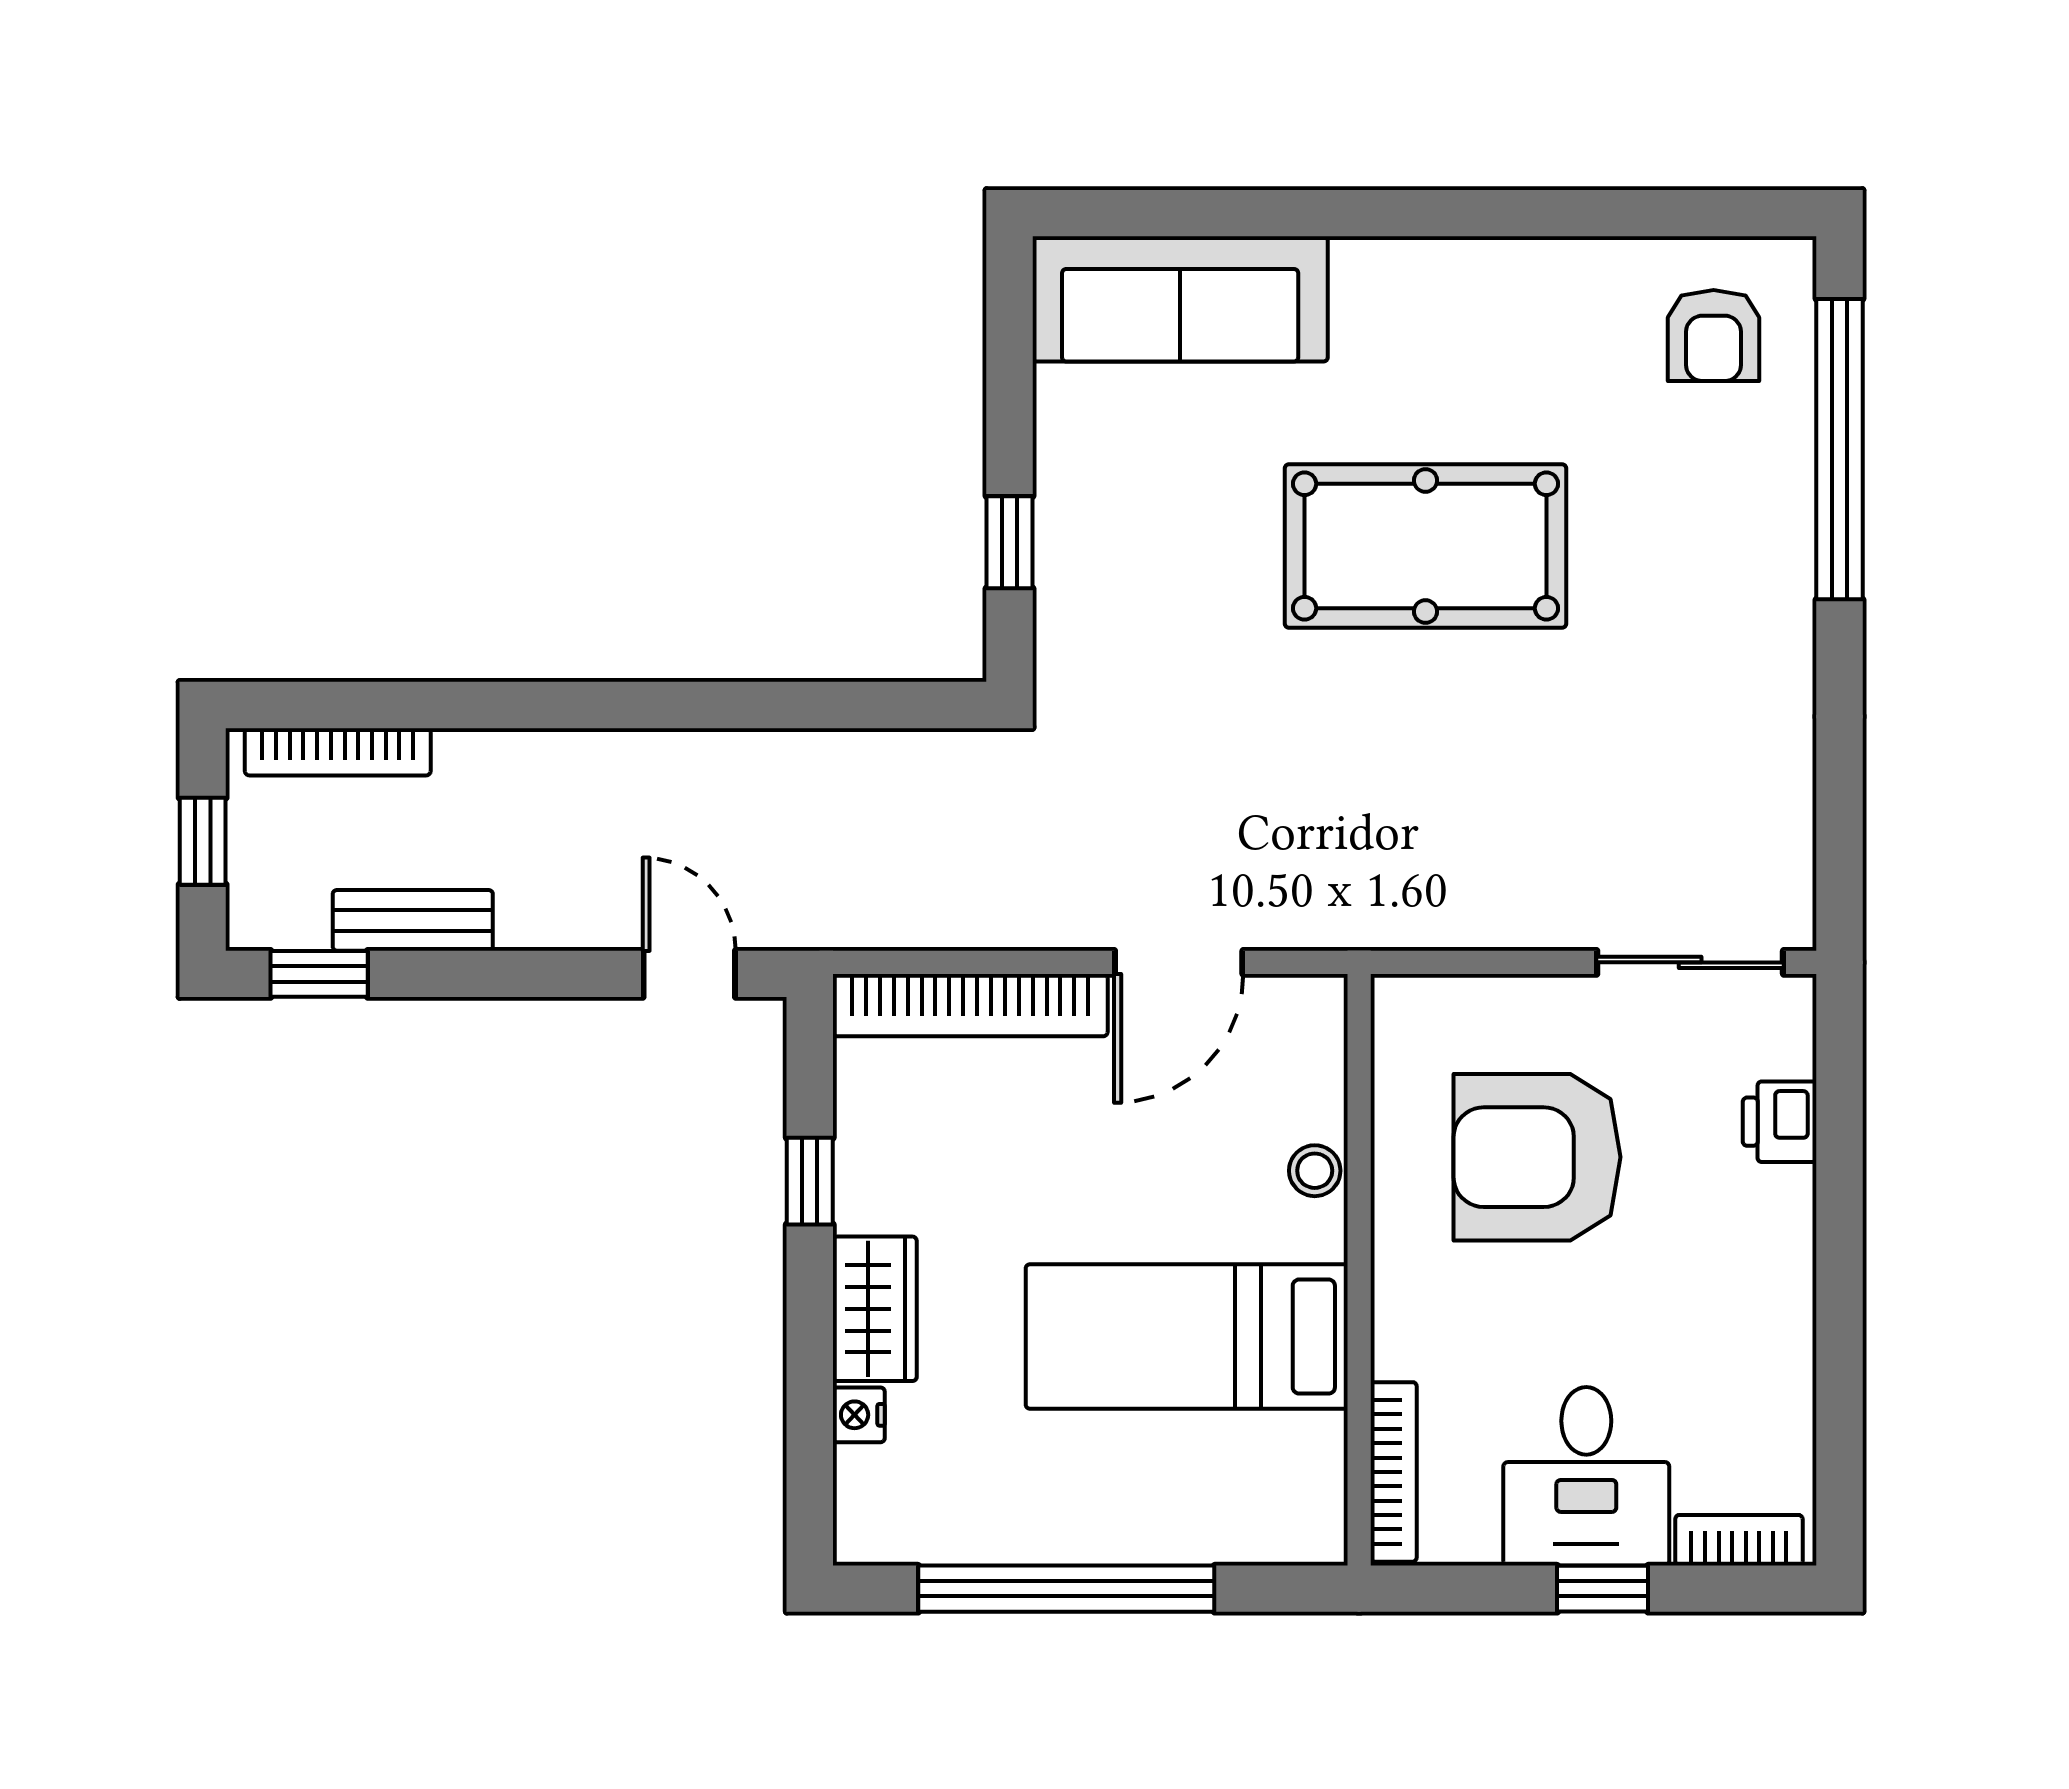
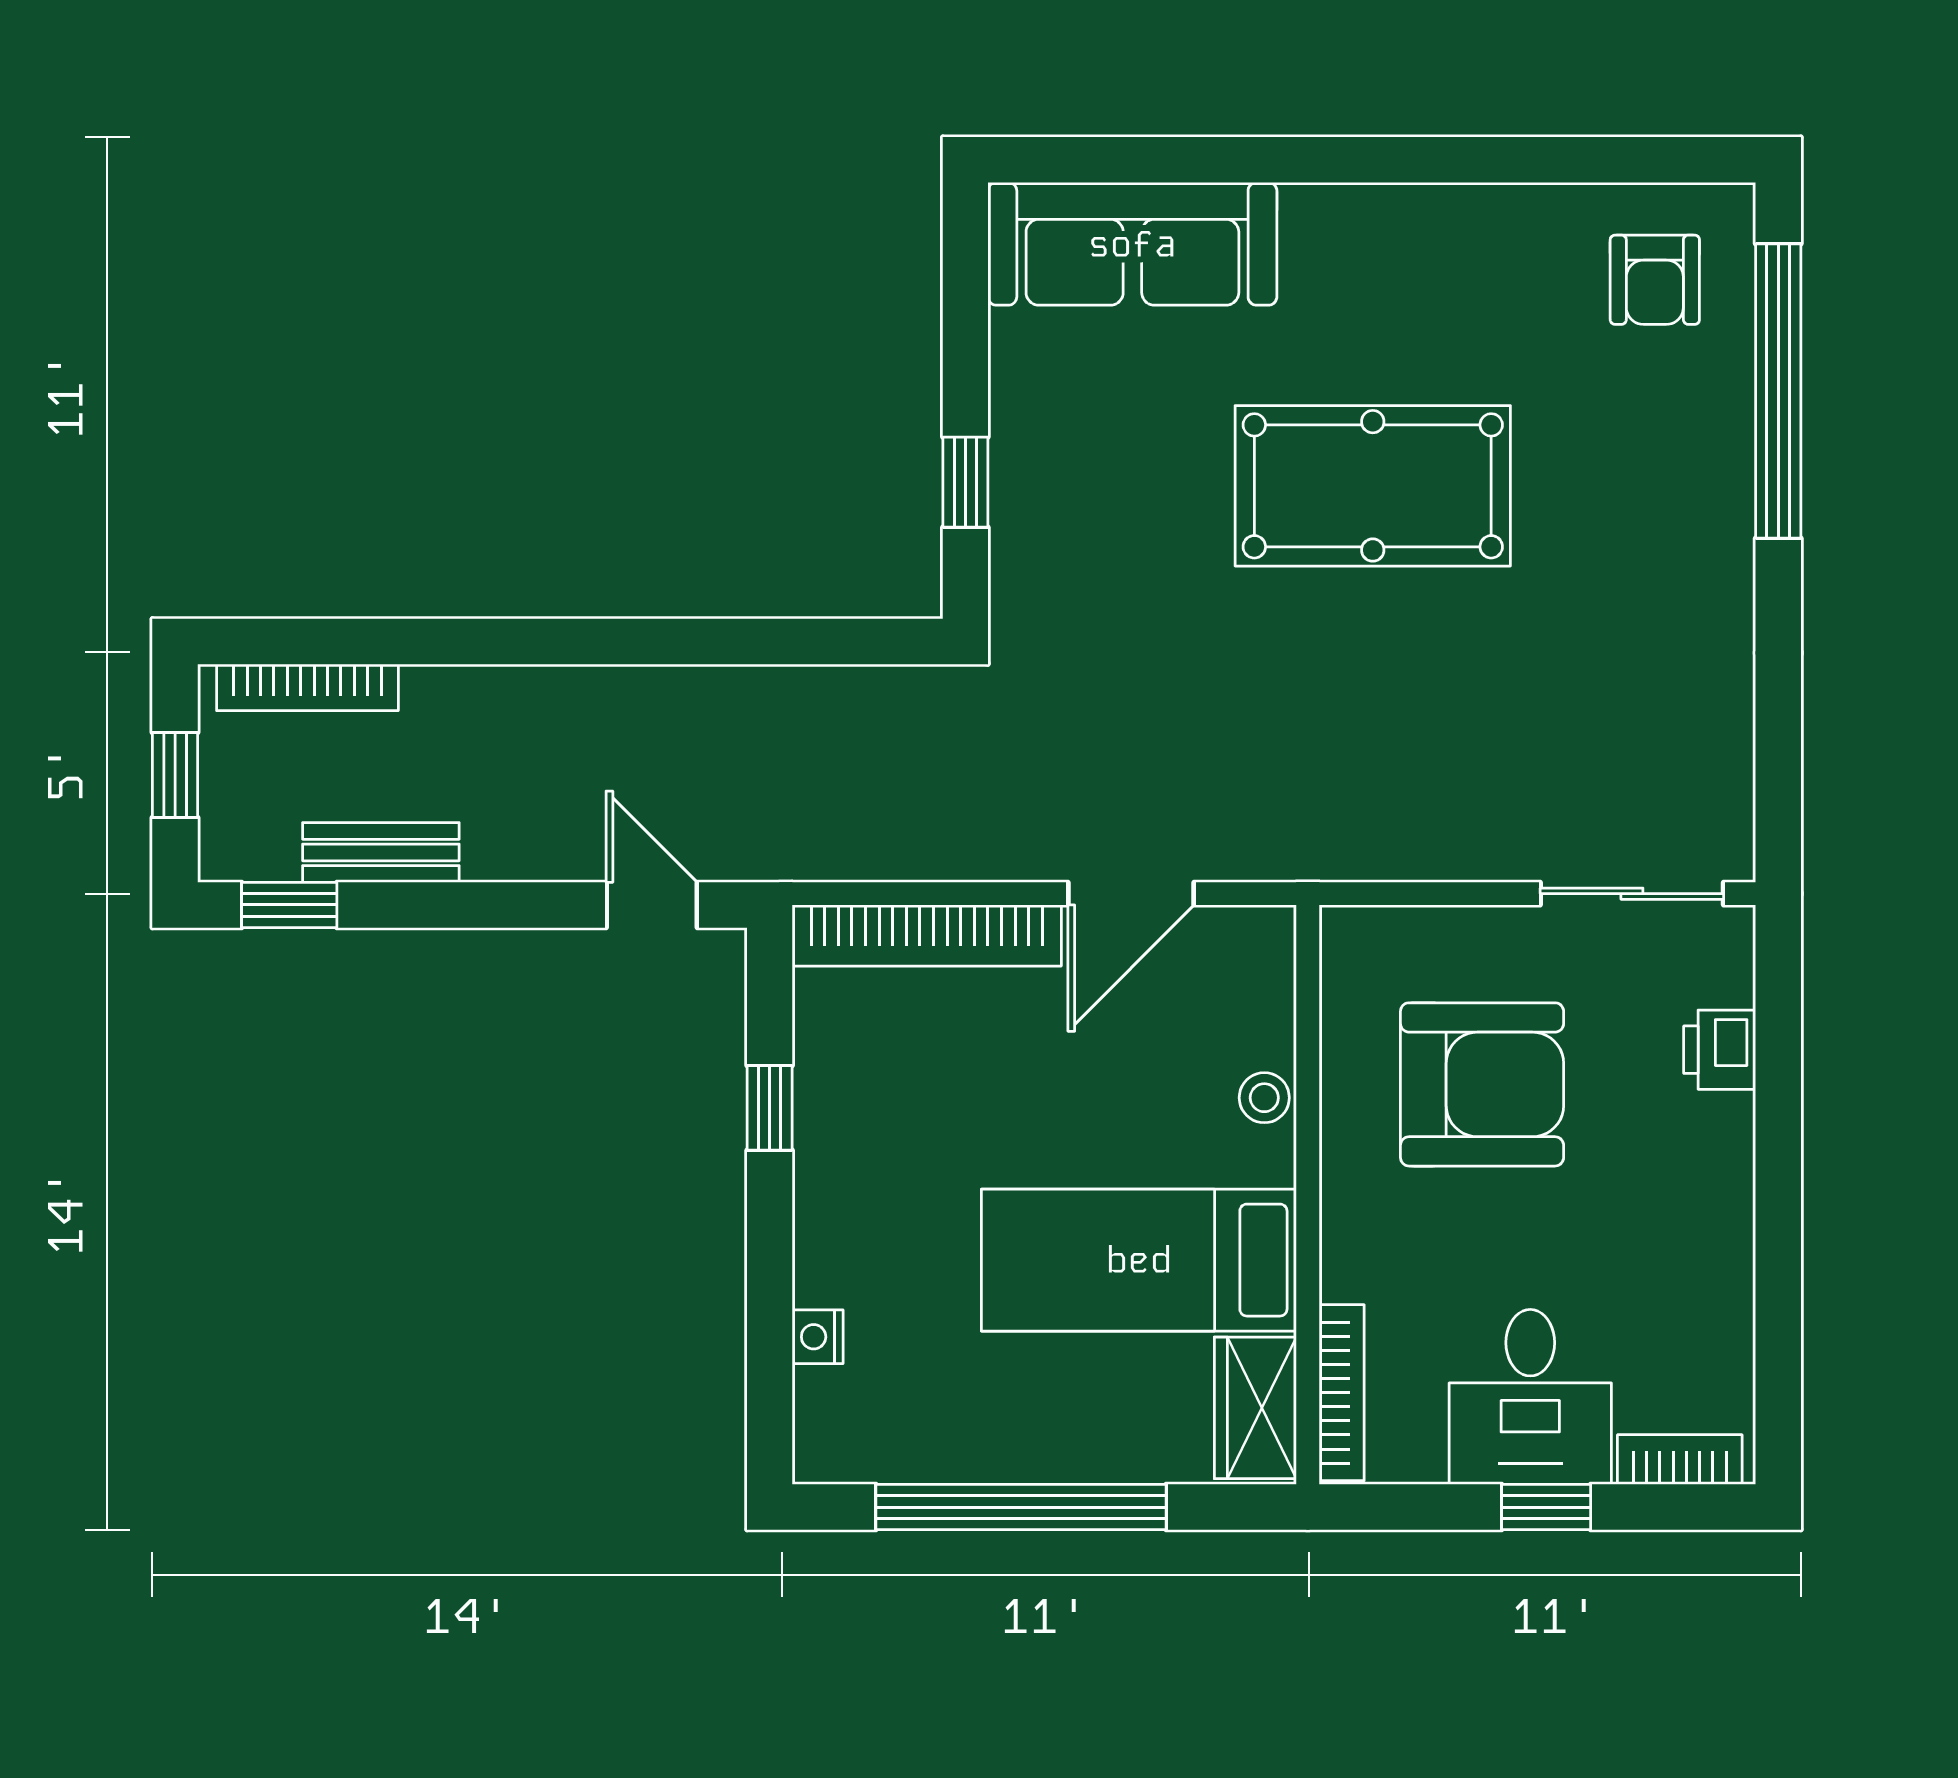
armchair: (1537, 1157) -> (1482, 1084), turned 180
wardrobe: (875, 1309) -> (1255, 1408), moved, turned 180

